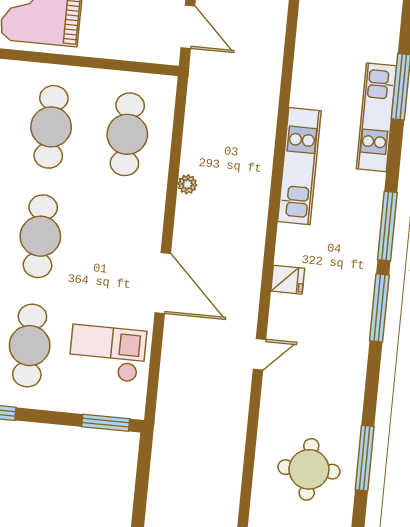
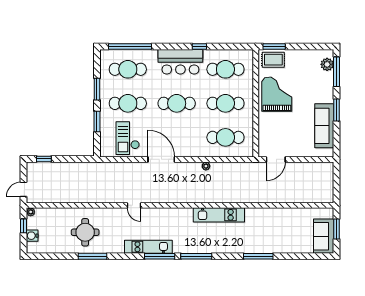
kitchen unit: (376, 117) -> (148, 247), moved
fridge: (288, 280) -> (168, 215), removed
door: (163, 283) -> (161, 159), swing flipped
checkout: (107, 354) -> (128, 138), turned 180
window: (106, 423) -> (97, 121), moved

